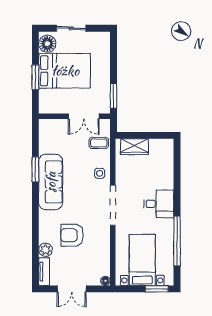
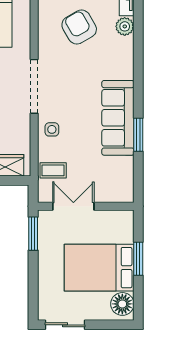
sliding door: (71, 28) -> (65, 325), moved
armchair: (72, 235) -> (79, 27), moved, turned -120

